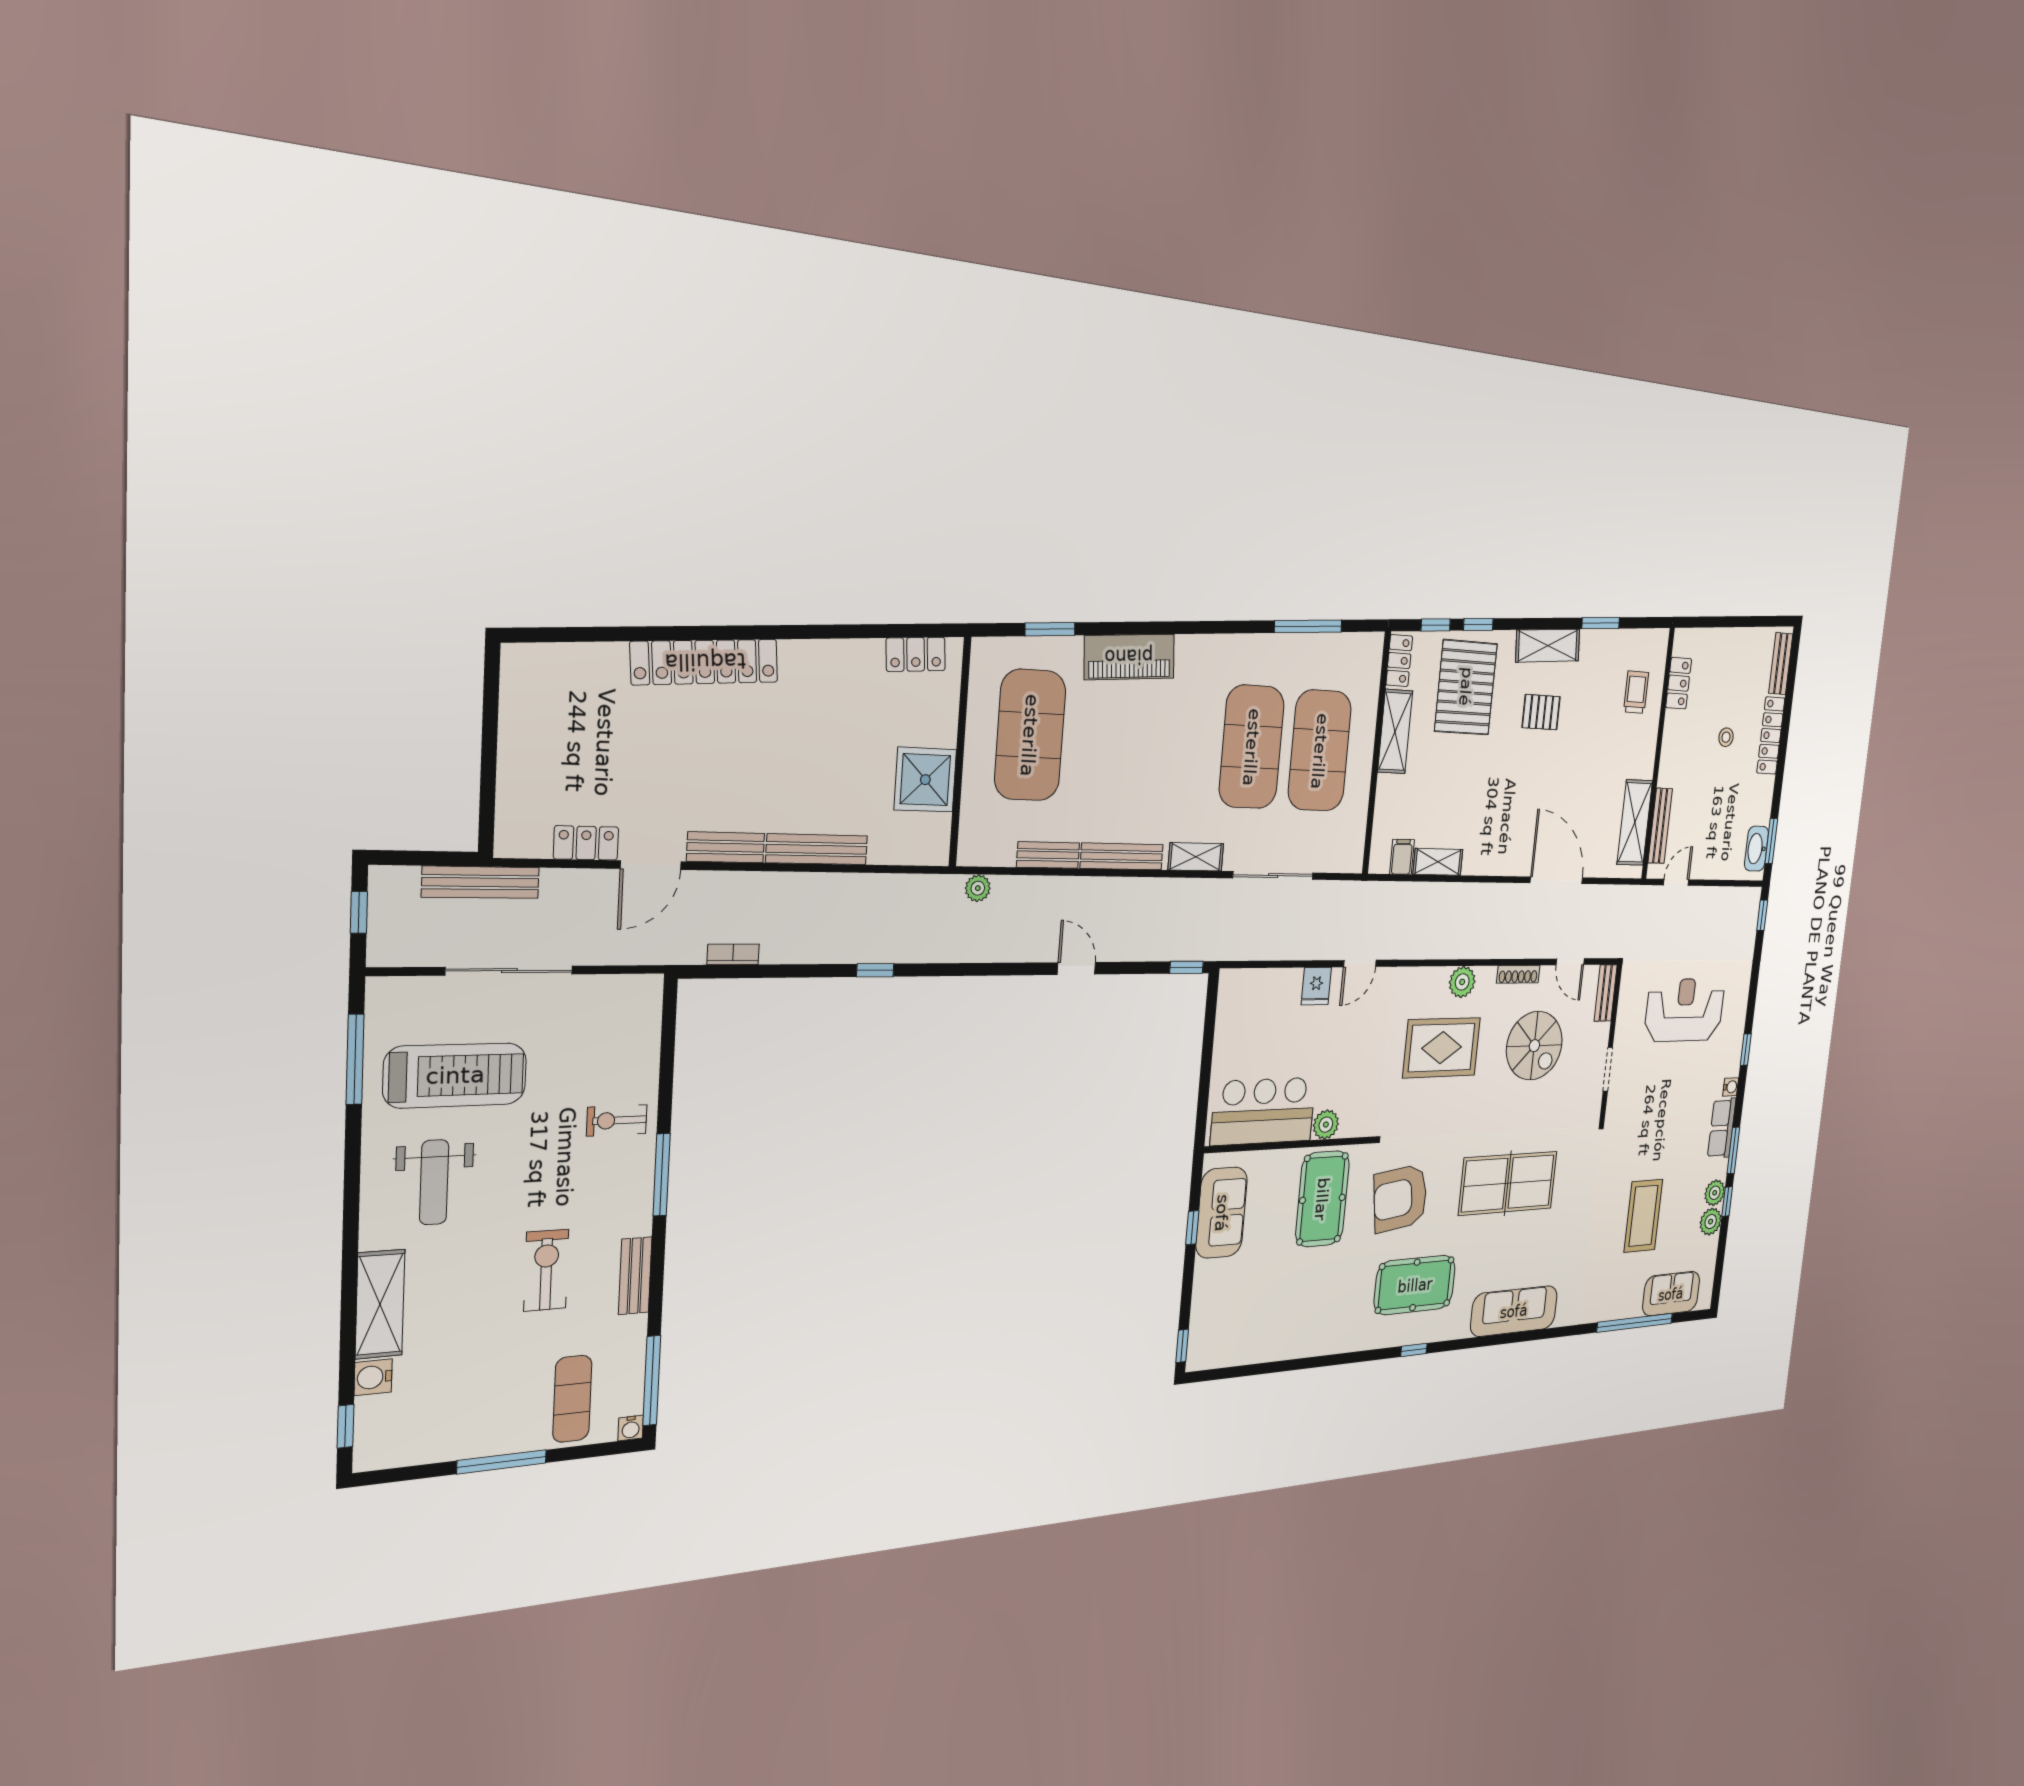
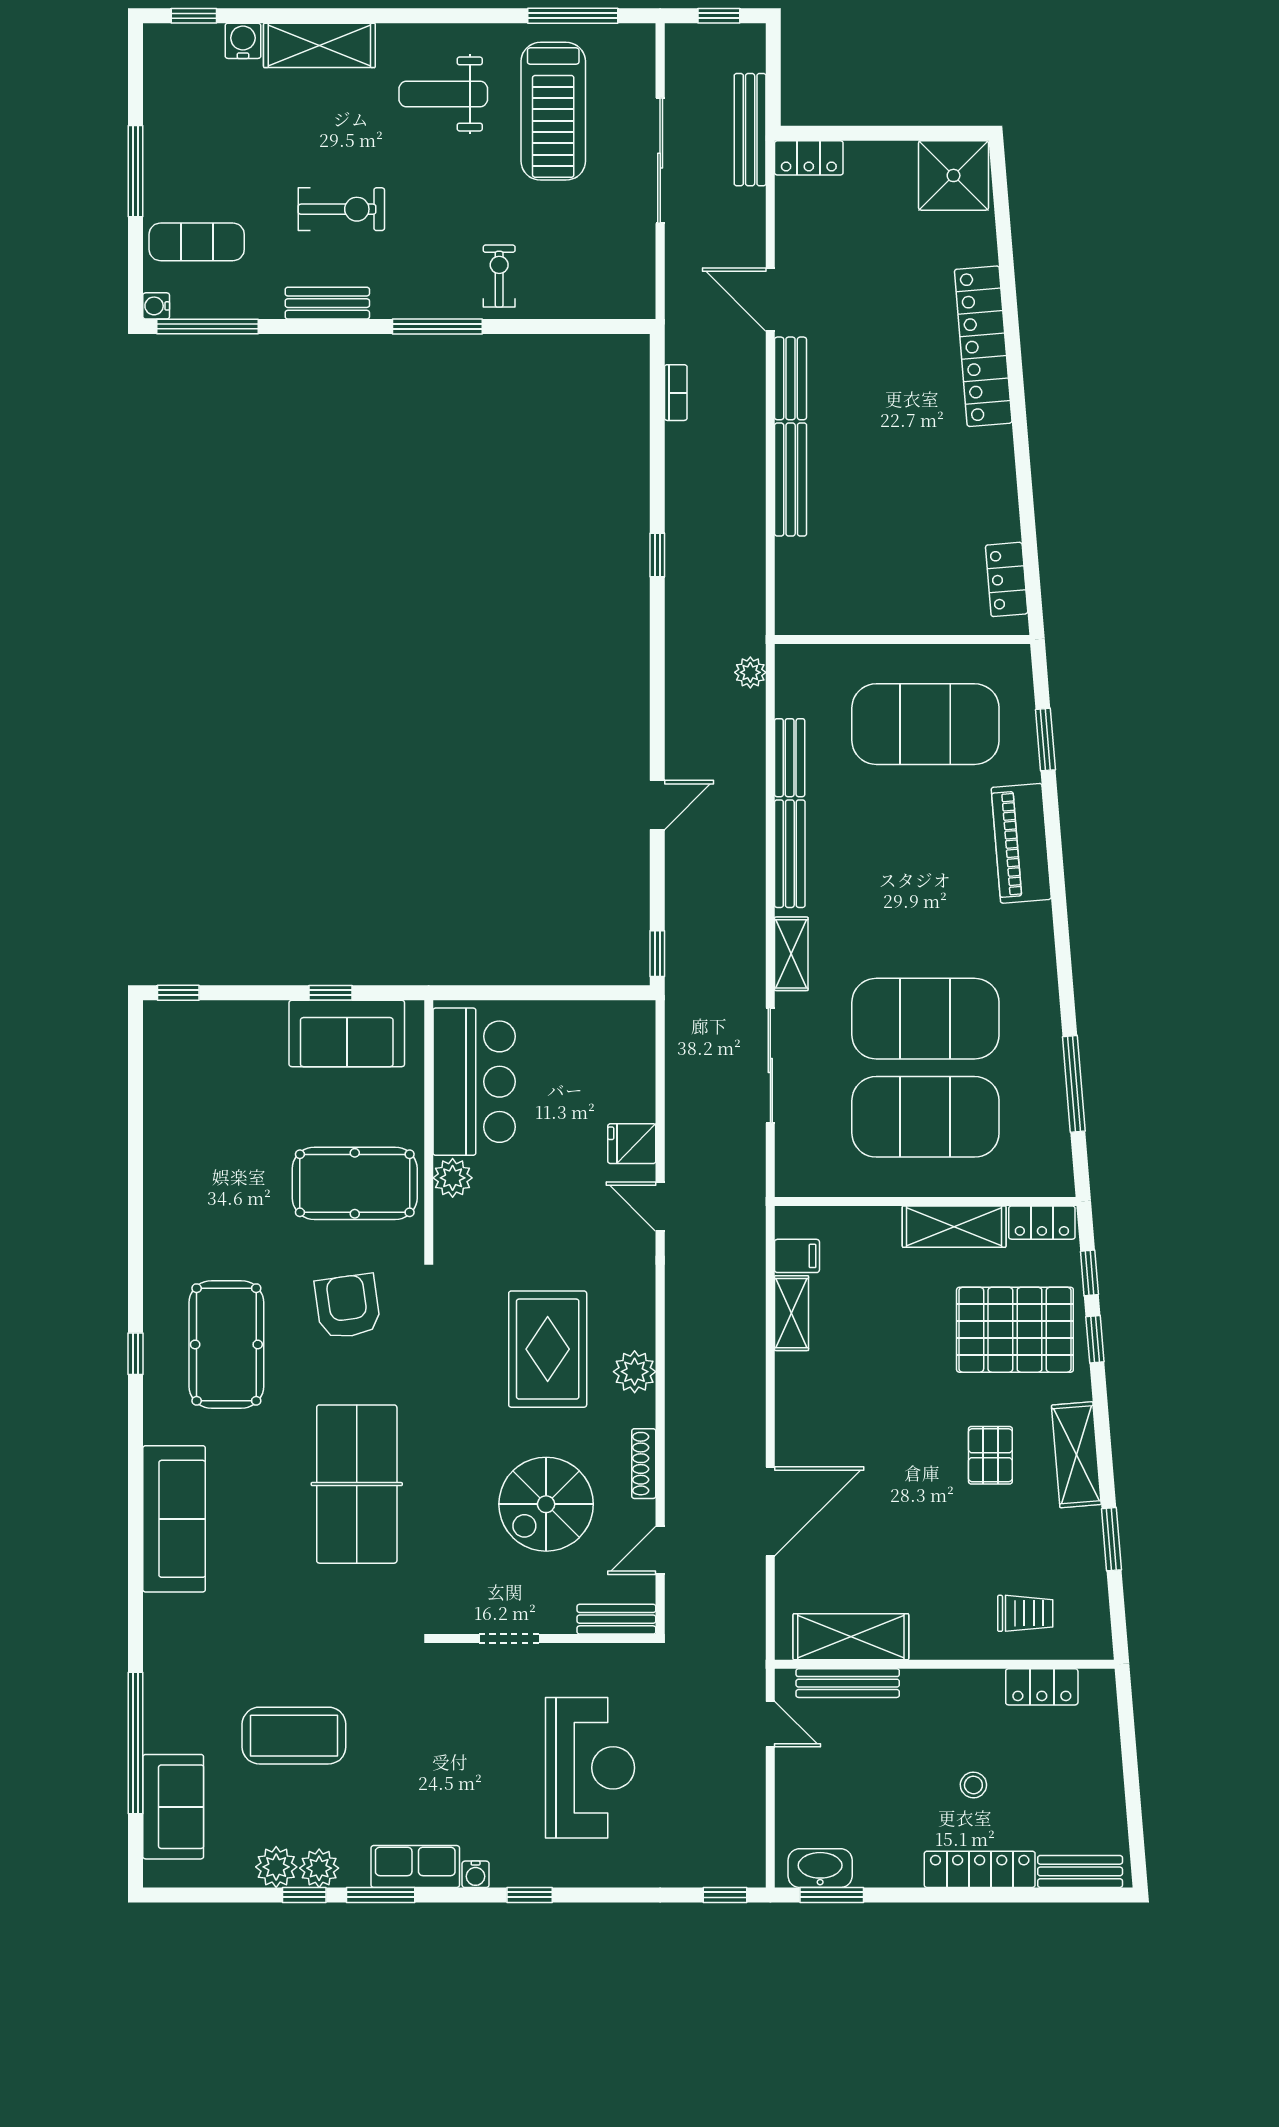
shower: (925, 780) -> (954, 175), moved
locker: (586, 843) -> (809, 158), moved, turned 90
armchair: (1400, 1198) -> (348, 1306), width x0.73, depth x0.73

